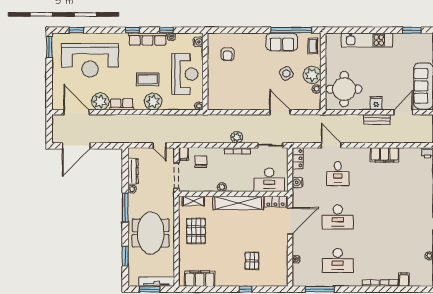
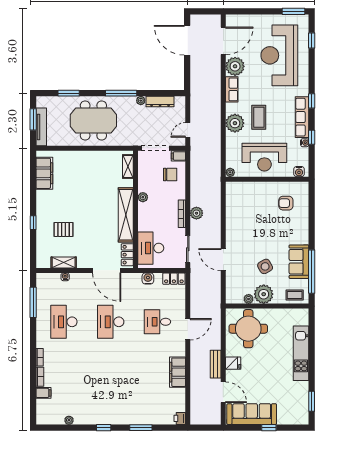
door: (280, 112) -> (223, 260), swing flipped
door: (331, 145) -> (188, 329), moved
pallet: (196, 231) -> (96, 169), removed
shelving: (283, 261) -> (64, 262), added

